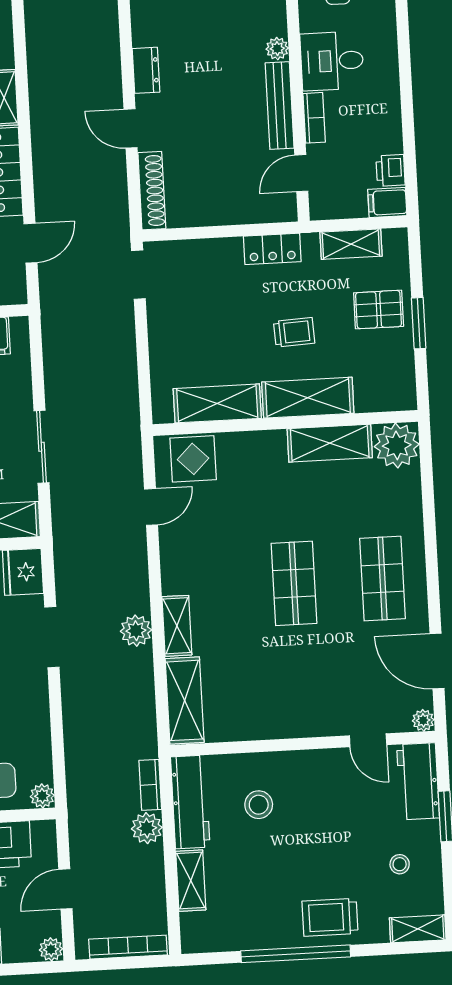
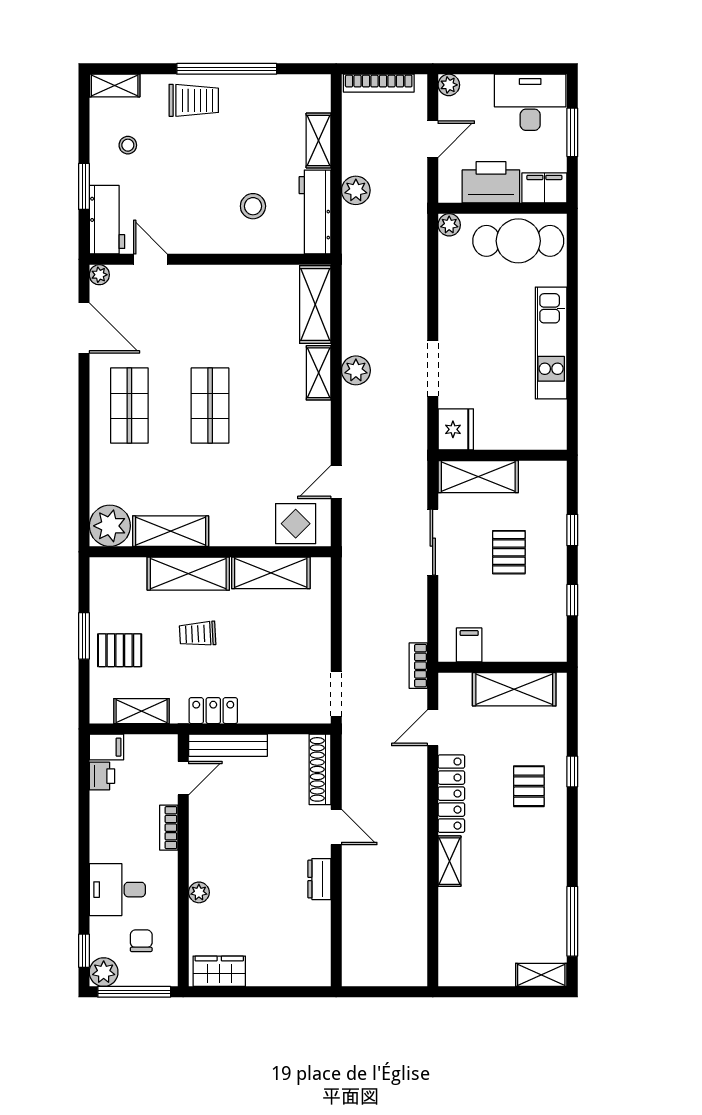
desk: (332, 61) -> (117, 890), moved, turned 180
bench: (280, 106) -> (228, 745), moved, turned 90
bookcase: (150, 785) -> (418, 666), moved, turned 180

